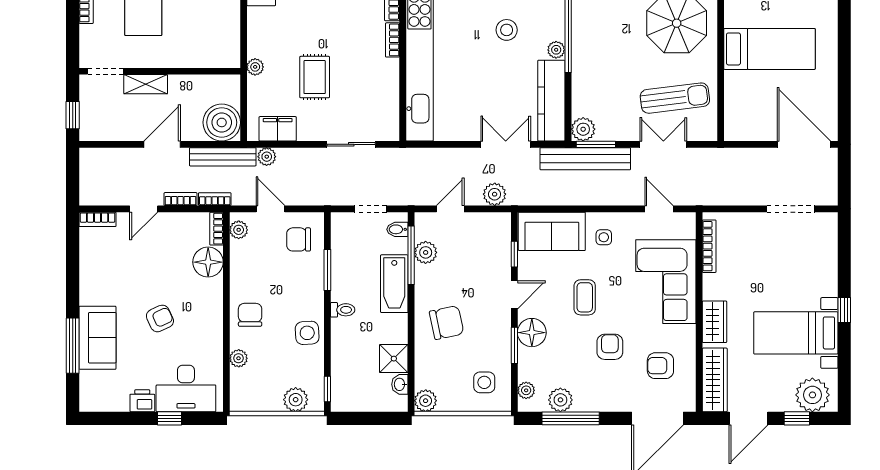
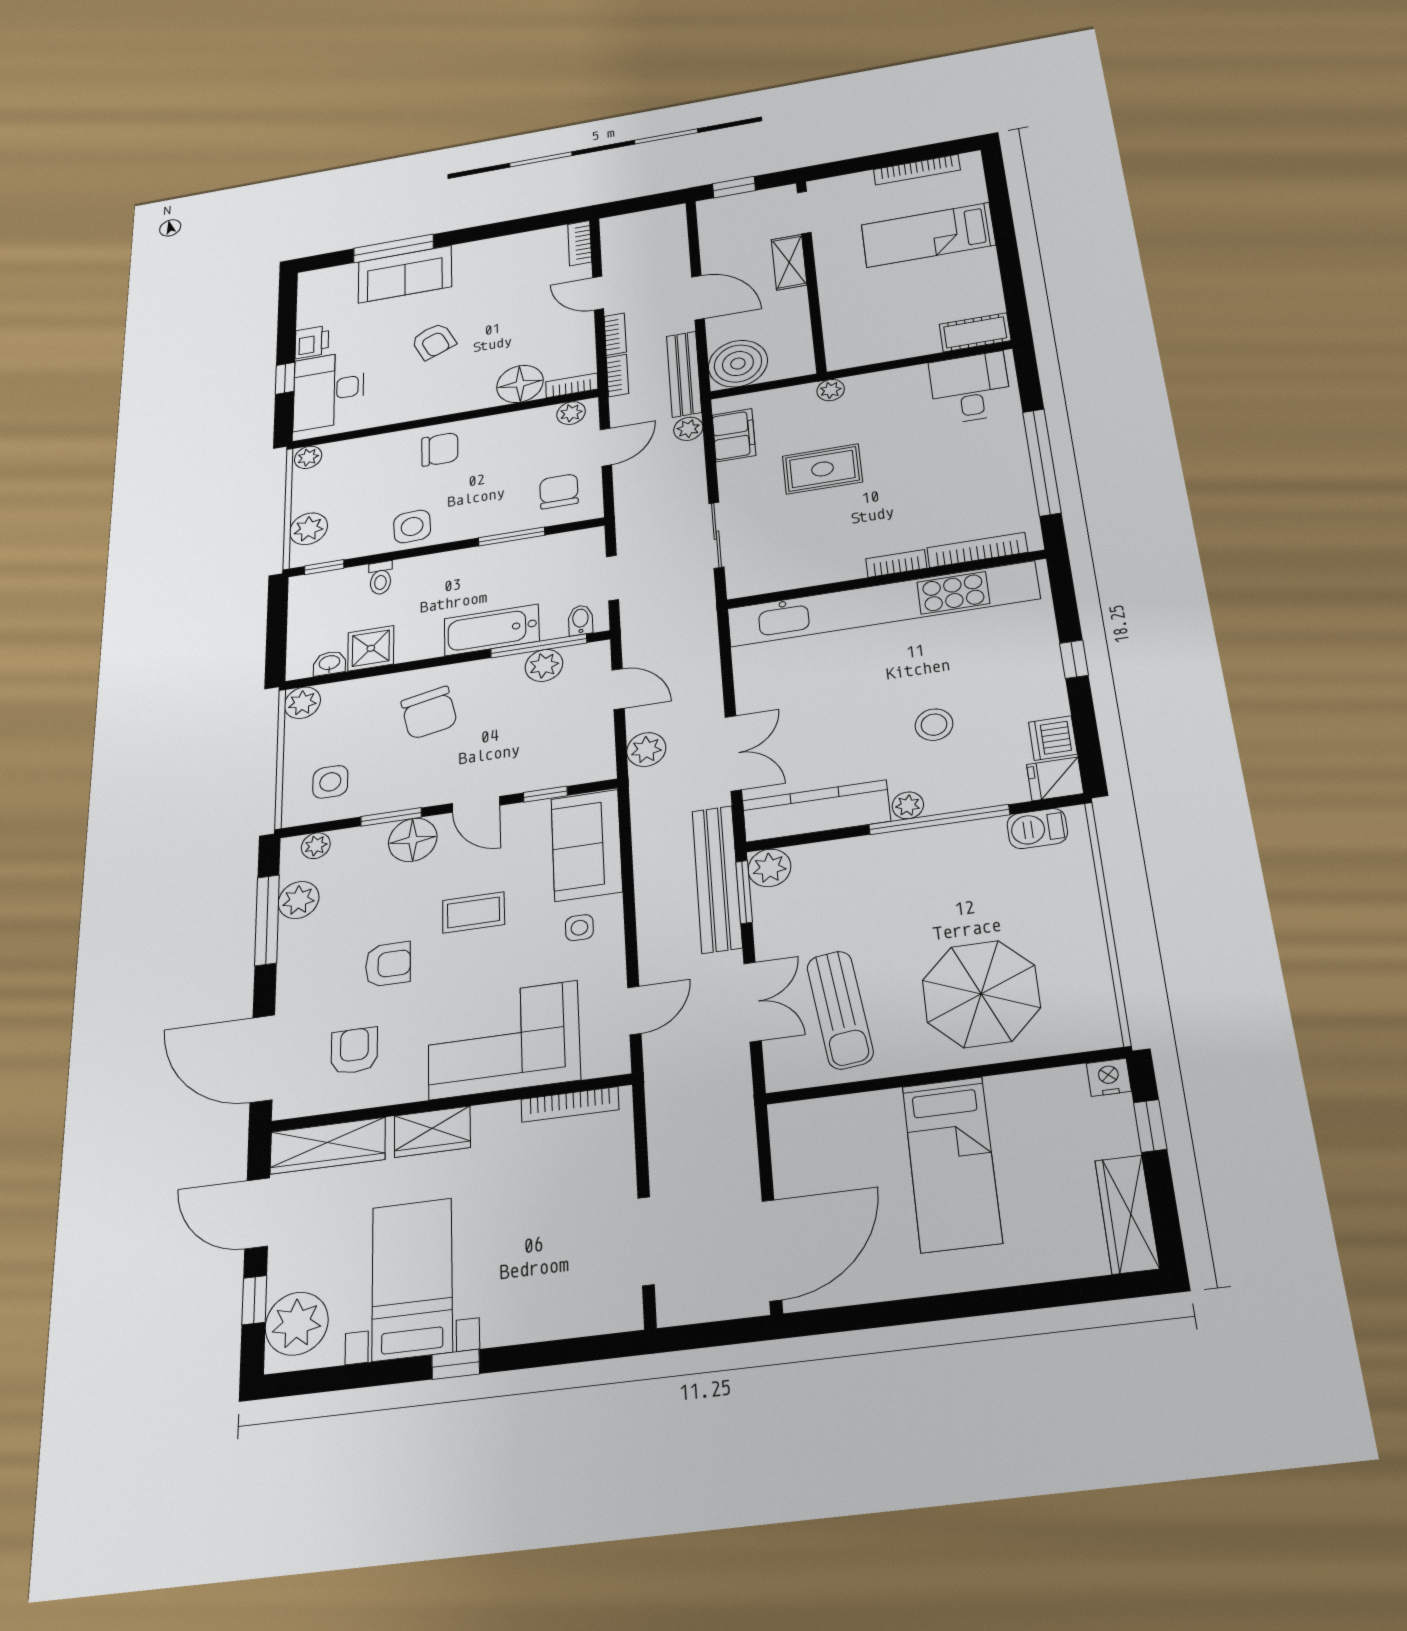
toilet: (343, 310) -> (380, 578), moved
plant: (239, 358) -> (308, 457), moved

